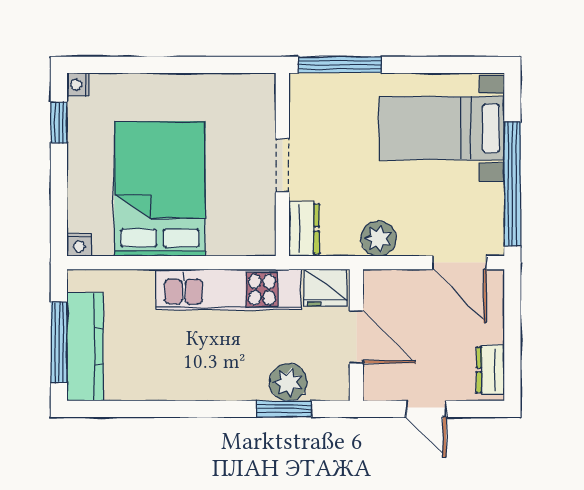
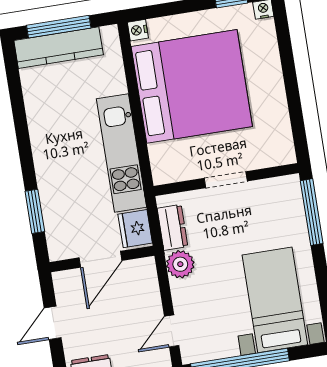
bed: (160, 189) -> (192, 86), width x1.36
dresser: (304, 229) -> (172, 227), moved, turned -90
door: (460, 263) -> (172, 331), width x0.73
plant: (288, 382) -> (56, 212), removed

